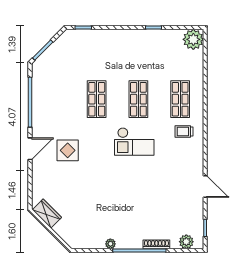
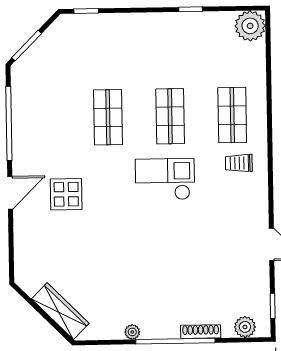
checkout: (134, 142) -> (165, 179), turned 180
wardrobe: (47, 214) -> (60, 311), moved, width x1.50

